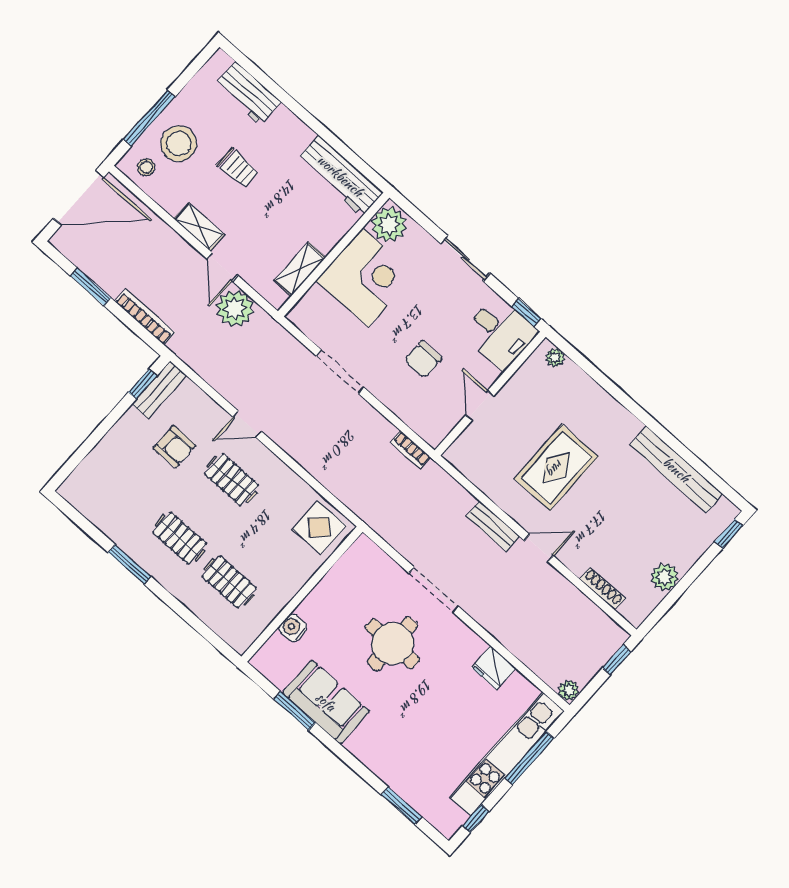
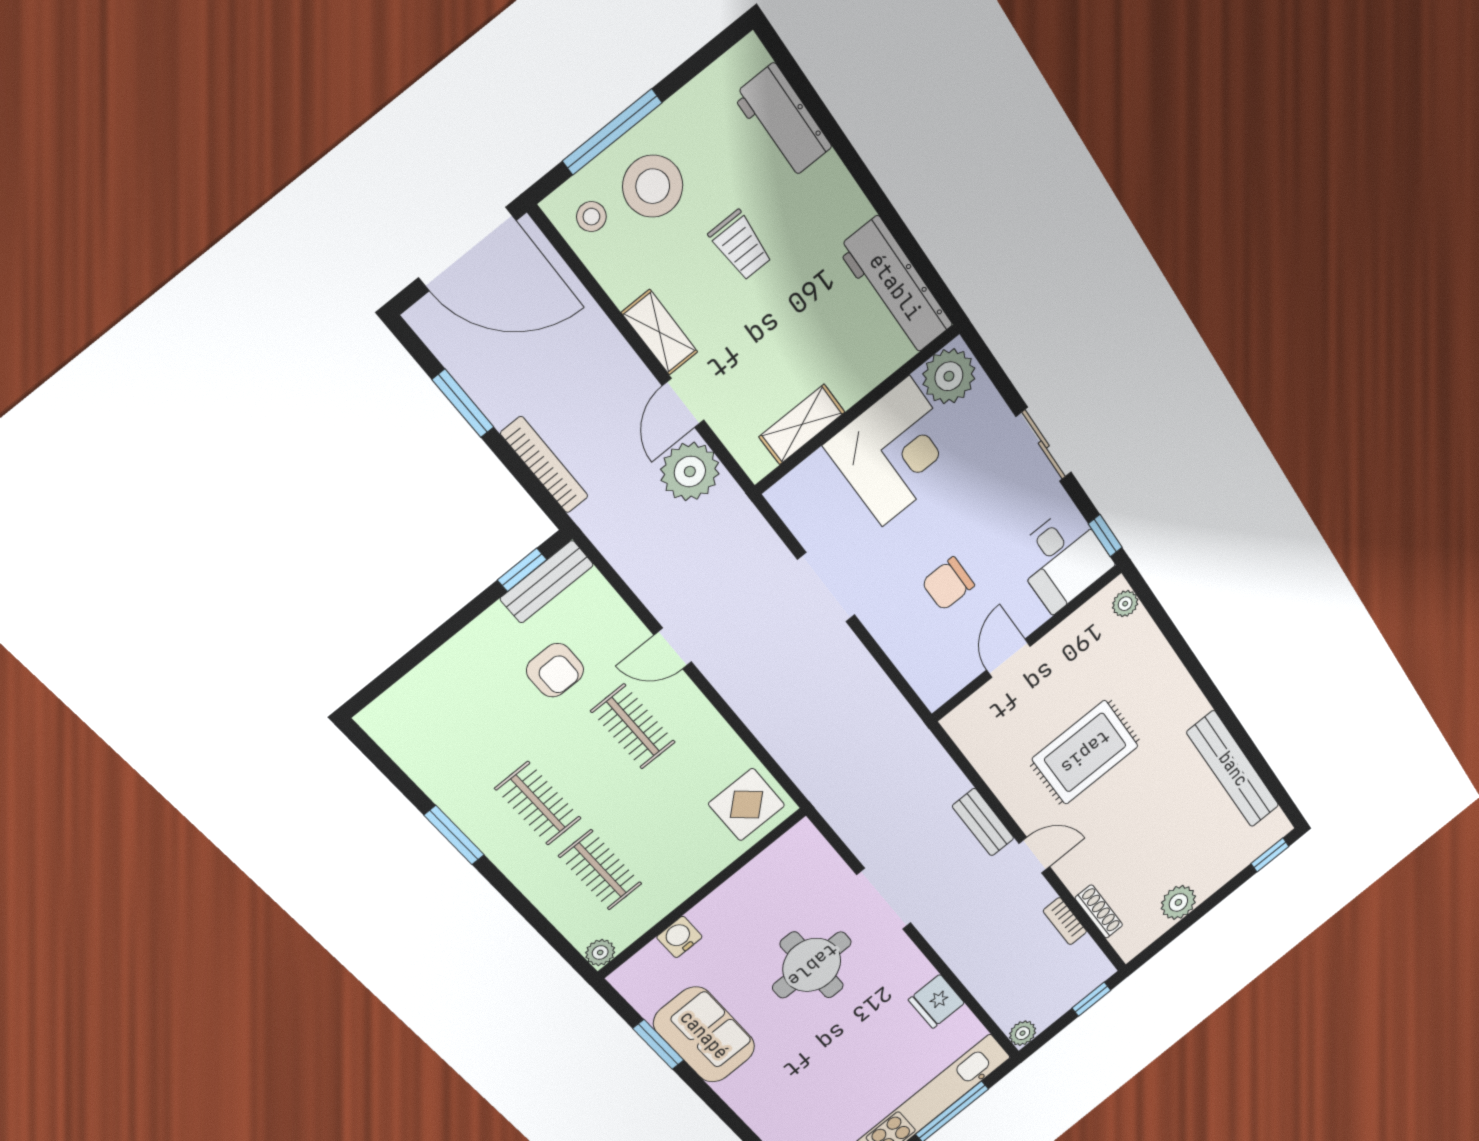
bookcase: (411, 450) -> (1065, 921), moved
plant: (240, 643) -> (600, 952), added

